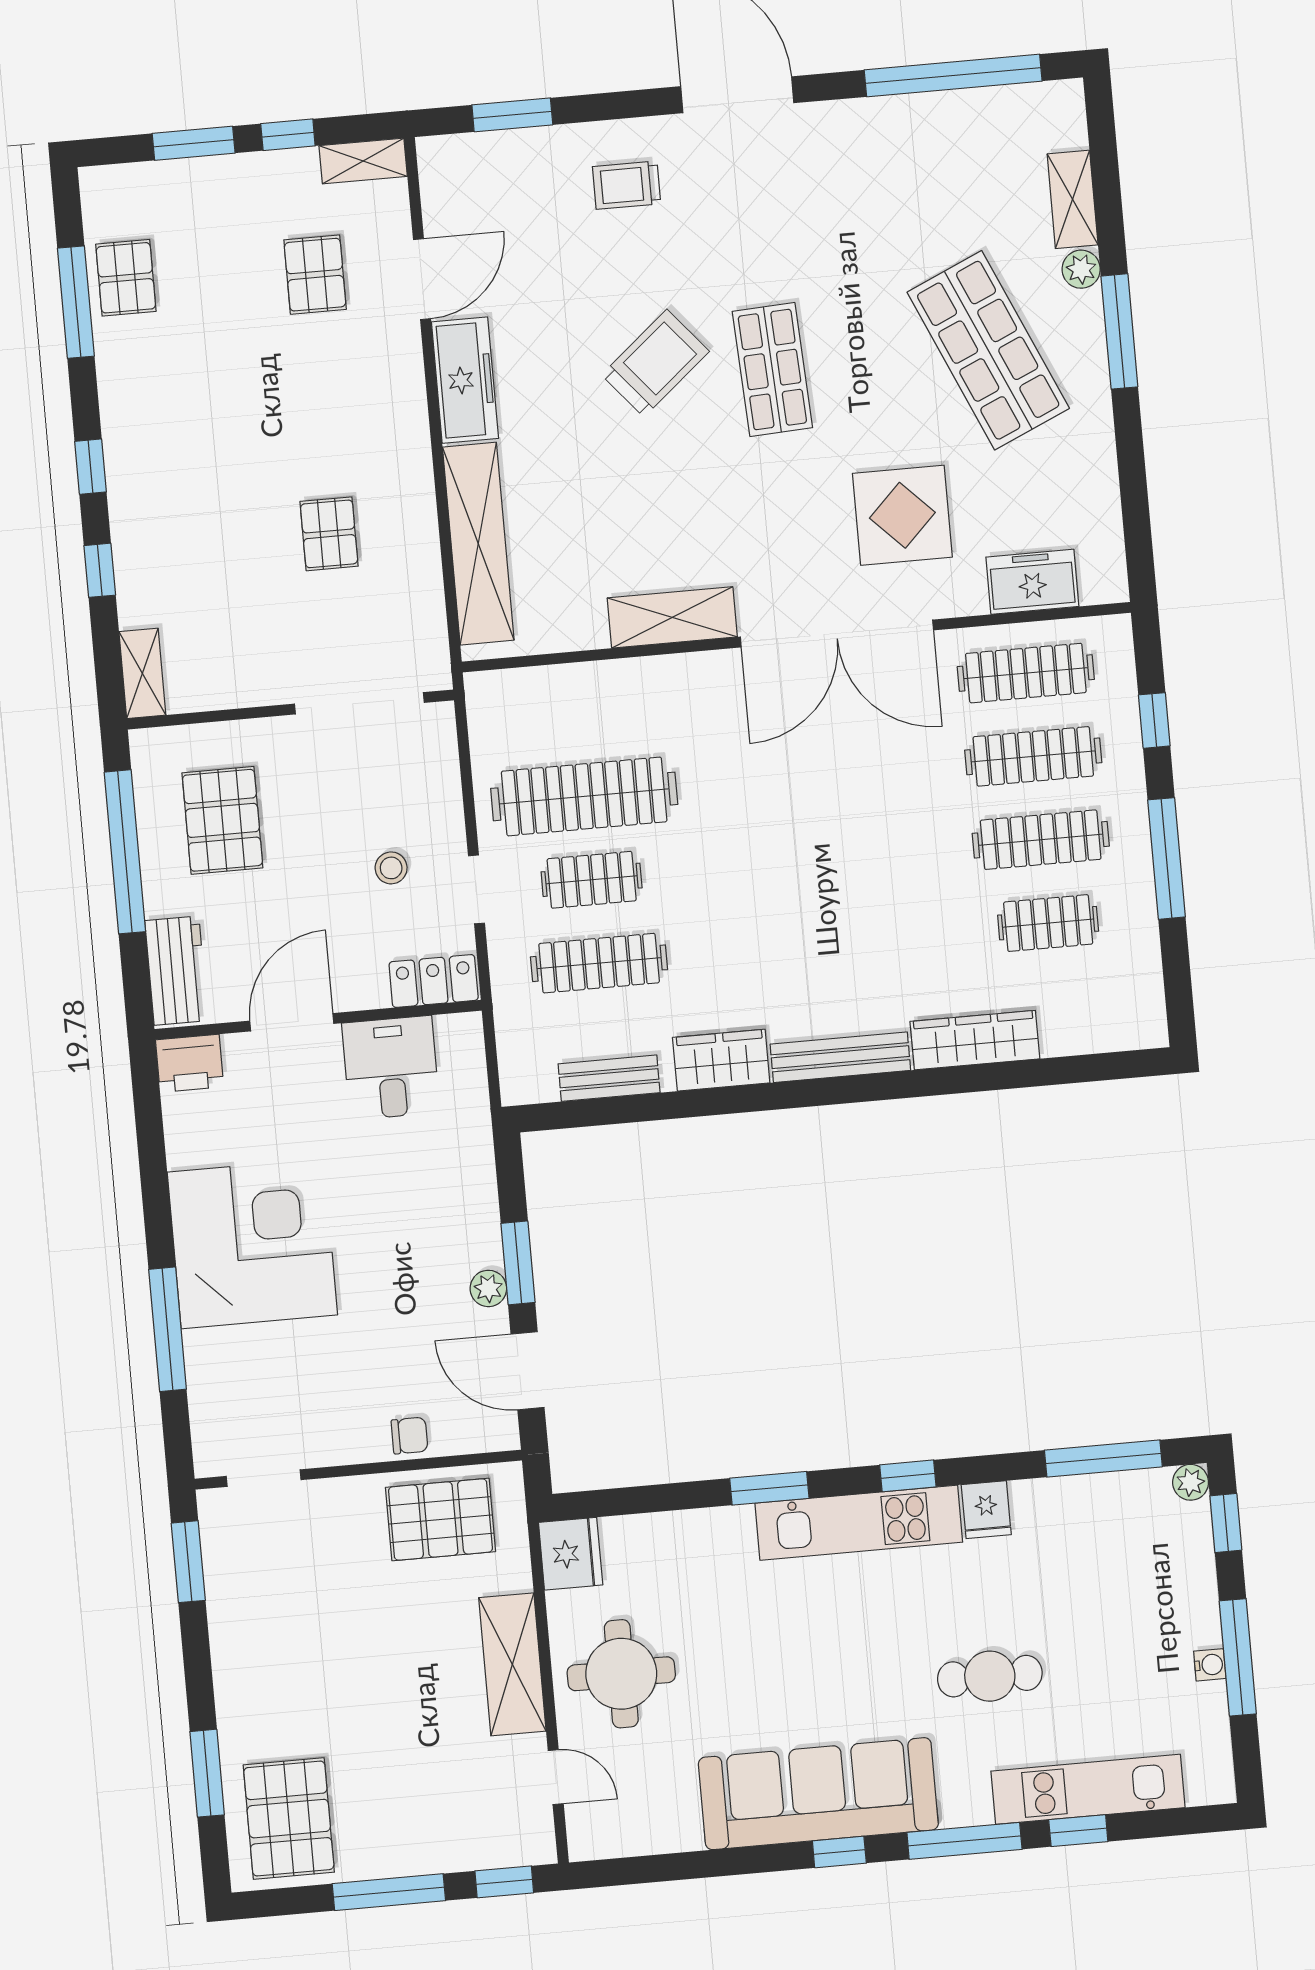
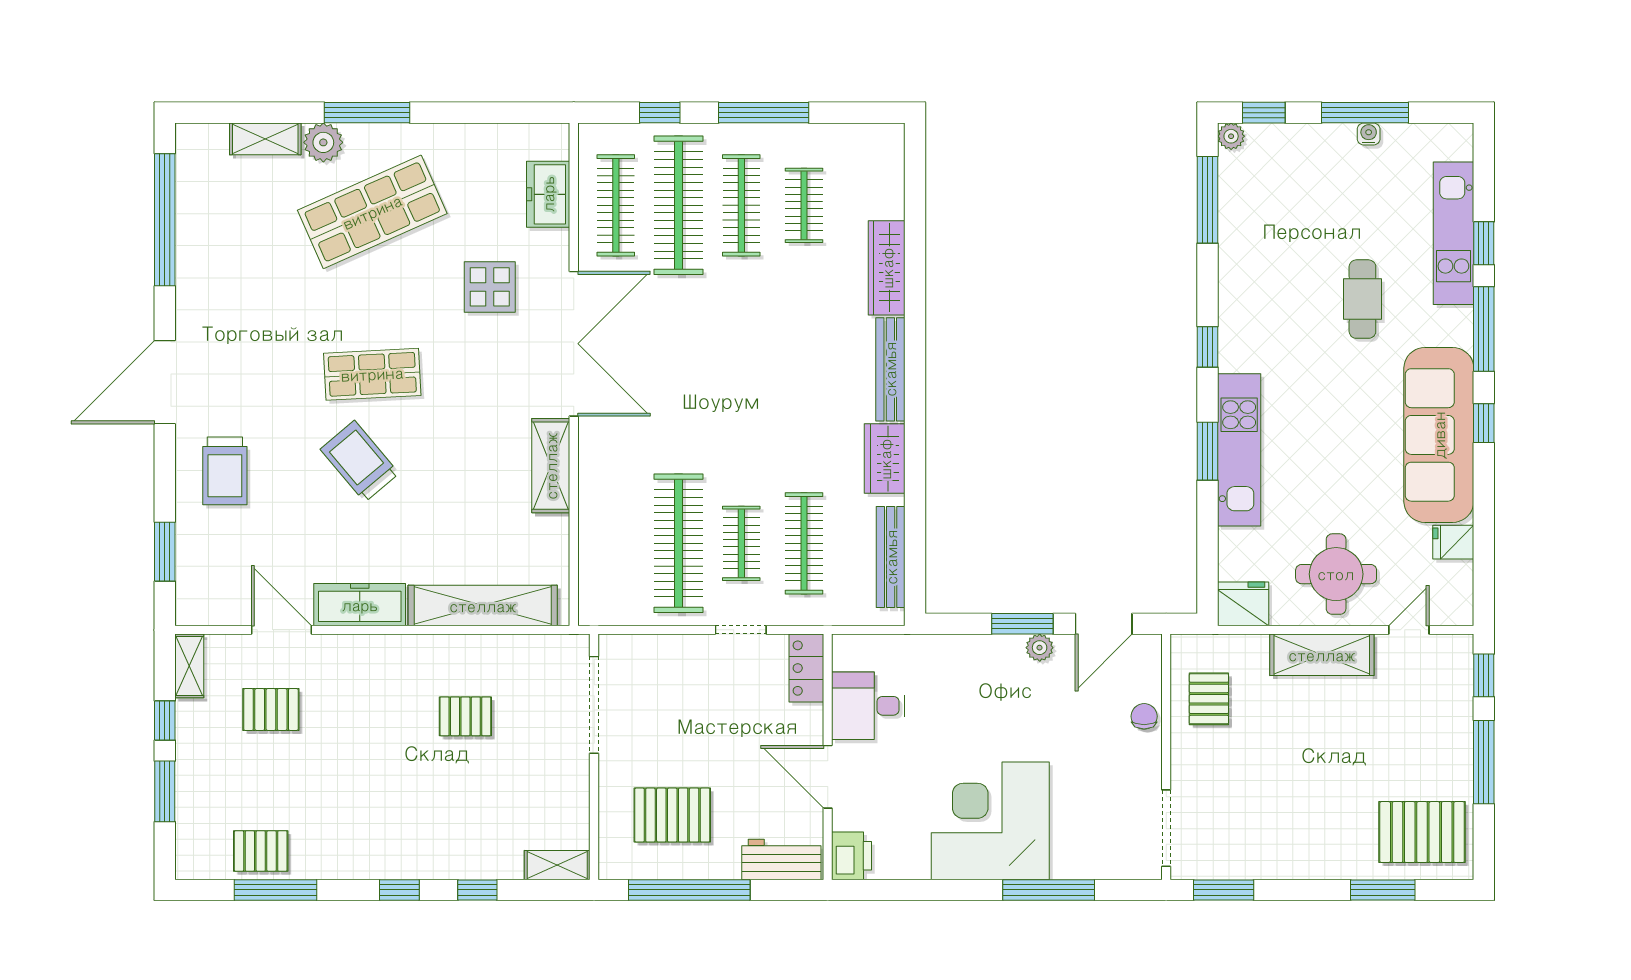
trolley: (627, 185) -> (225, 471), width x1.36, depth x1.39
plant: (1081, 269) -> (323, 142), width x1.38, depth x1.38
display table: (902, 515) -> (490, 287), width x0.73, depth x0.73
clothes rail: (1033, 756) -> (679, 205), width x1.37, depth x1.31
stool: (391, 868) -> (719, 692), removed
bench: (609, 1078) -> (891, 557), width x1.36
doorway: (264, 1478) -> (1166, 828), width x1.38
fridge: (986, 1510) -> (1453, 542), moved, turned 180
pallet: (440, 1520) -> (1209, 699), width x0.67, depth x0.71
kitchen unit: (859, 1523) -> (1239, 450), moved

